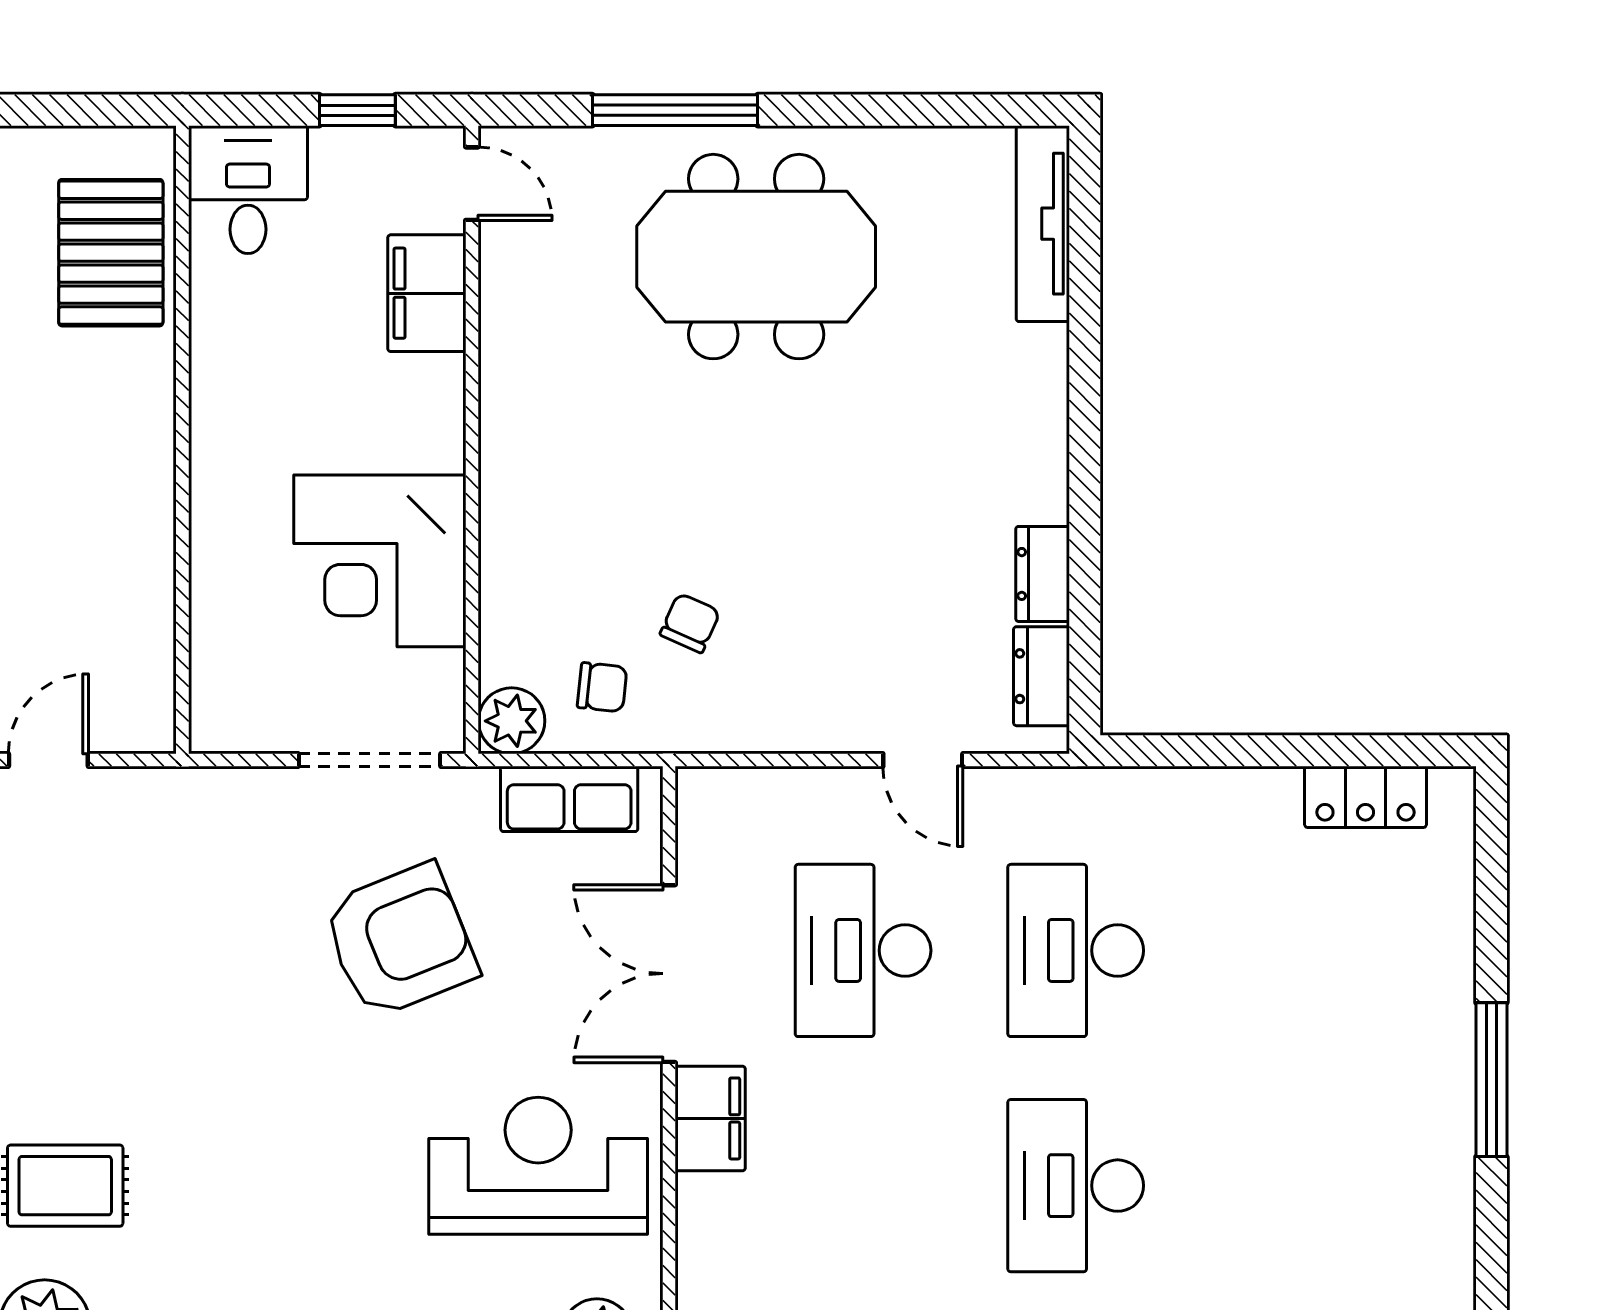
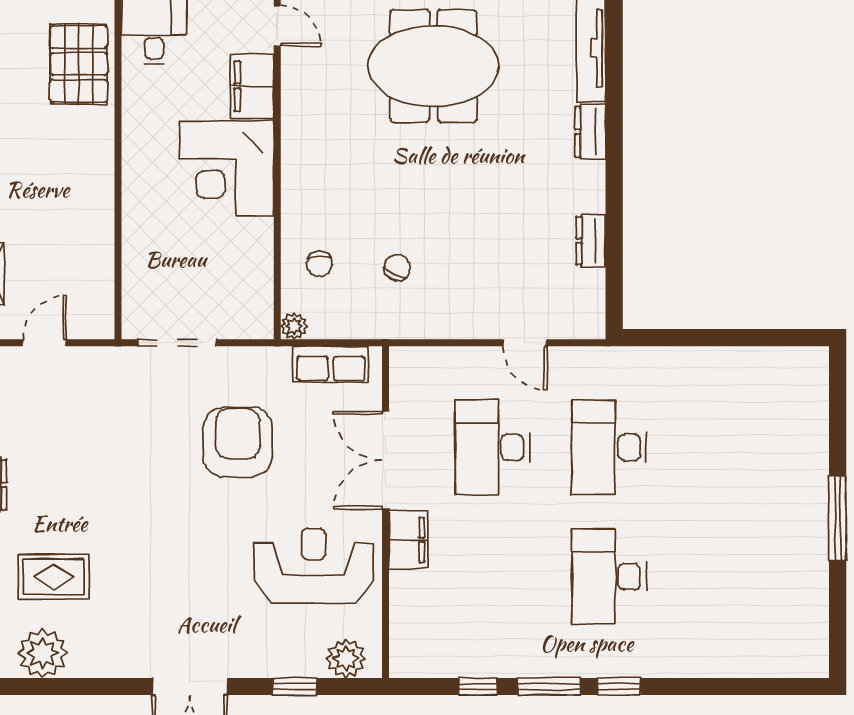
corner desk: (380, 561) -> (227, 168), moved
dresser: (1042, 676) -> (590, 132), moved
chair: (602, 687) -> (319, 264), moved, turned 84
plant: (512, 721) -> (294, 326), width x0.73, depth x0.73
doorway: (369, 760) -> (177, 343), moved
locker: (1365, 797) -> (768, 363), removed
armchair: (400, 941) -> (238, 442), turned -68

